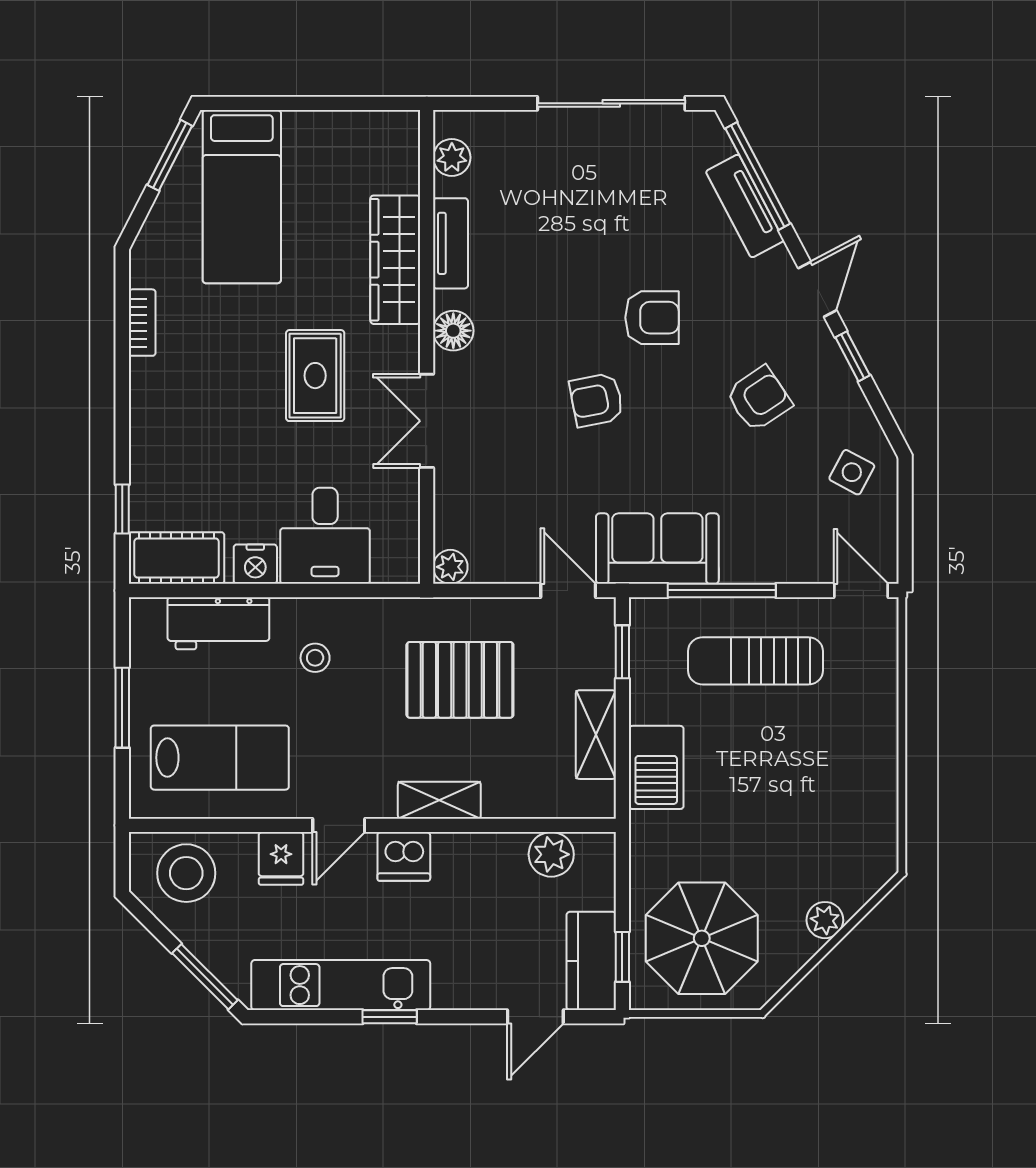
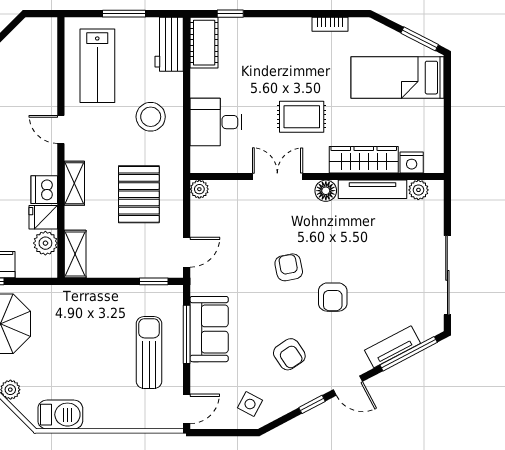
tv unit: (451, 243) -> (372, 189), width x1.41
sofa: (657, 549) -> (209, 329), moved
nightstand: (255, 564) -> (412, 162), moved, turned -90
workbench: (218, 623) -> (169, 44), moved
stool: (315, 658) -> (151, 117), width x1.89, depth x1.89
shelving: (596, 735) -> (75, 254), moved, turned 90
barbecue: (656, 767) -> (60, 415), moved, turned 180
dishwasher: (404, 856) -> (44, 190), moved
fridge: (281, 858) -> (43, 217), moved
stool: (186, 873) -> (35, 48), removed

